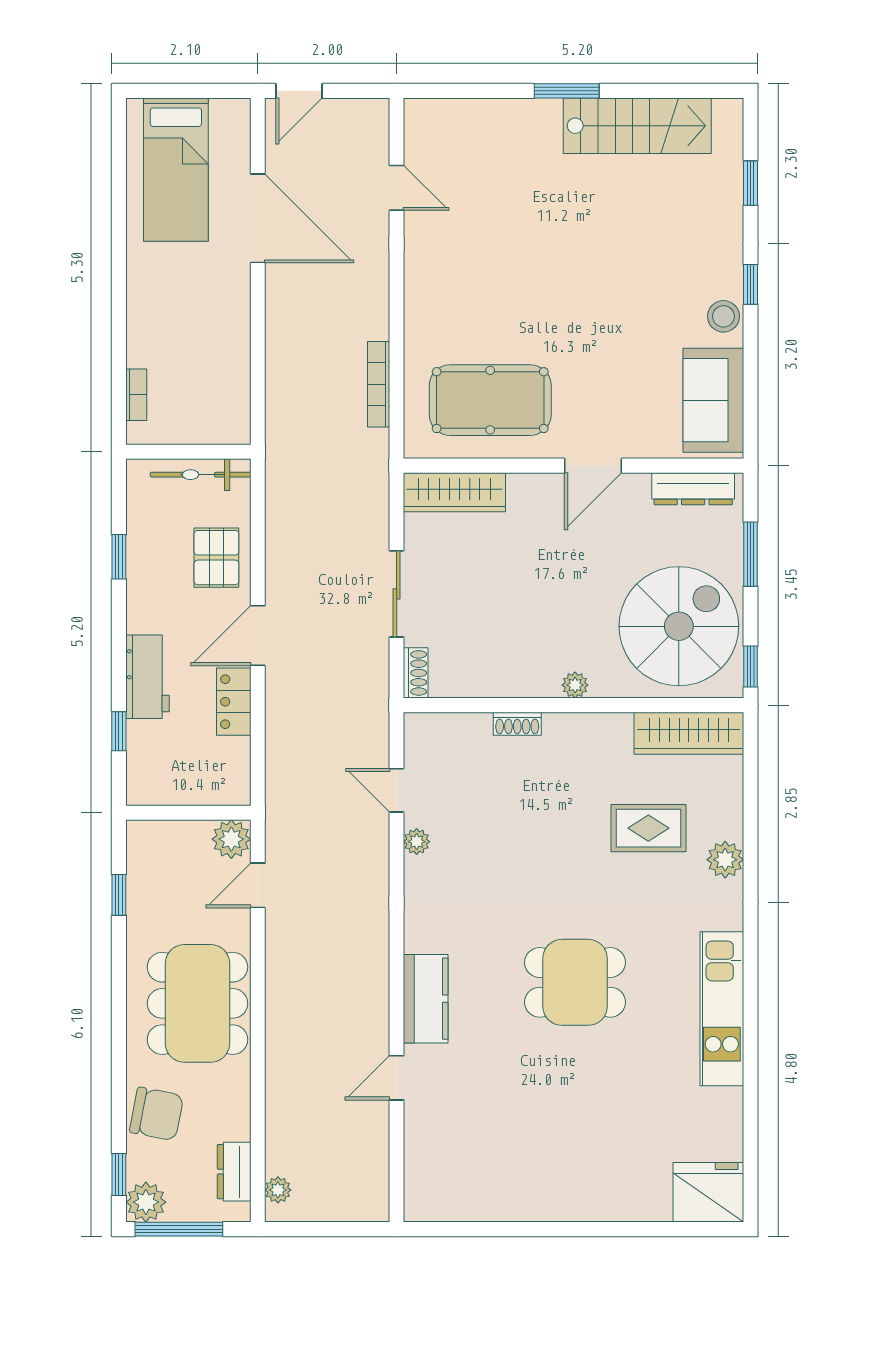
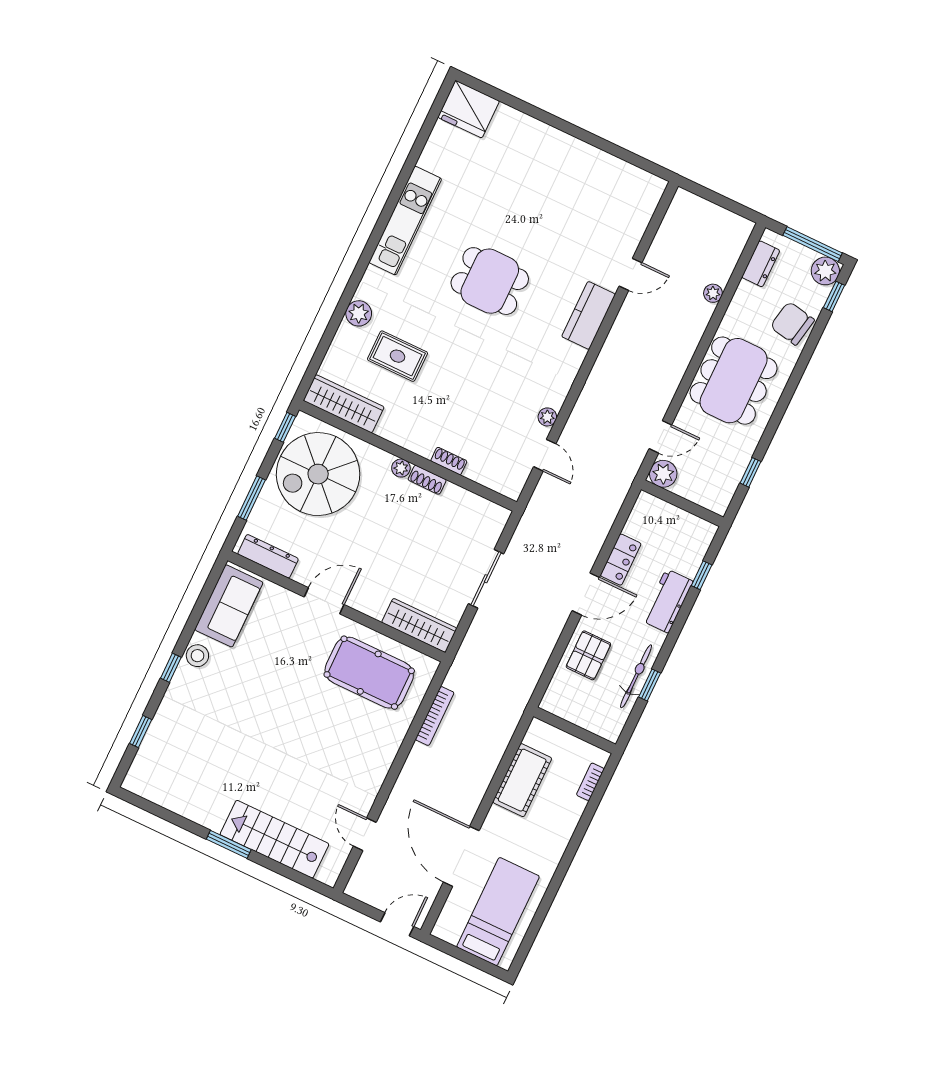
stairs: (637, 126) -> (274, 839), moved
cot: (226, 355) -> (522, 780), added
bicycle: (201, 475) -> (636, 676), moved, turned -90
shoe rack: (416, 673) -> (427, 480), moved, turned -90
plant: (278, 1190) -> (713, 293), moved

